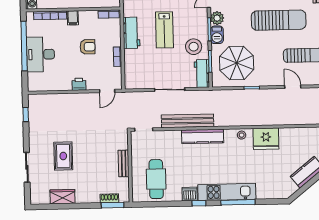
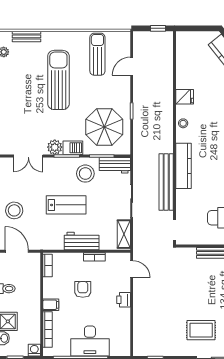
workbench: (131, 33) -> (82, 241), moved
shelving: (139, 83) -> (124, 234), added
fridge: (266, 139) -> (185, 97), width x0.53, depth x0.75
rug: (63, 156) -> (201, 330), moved

